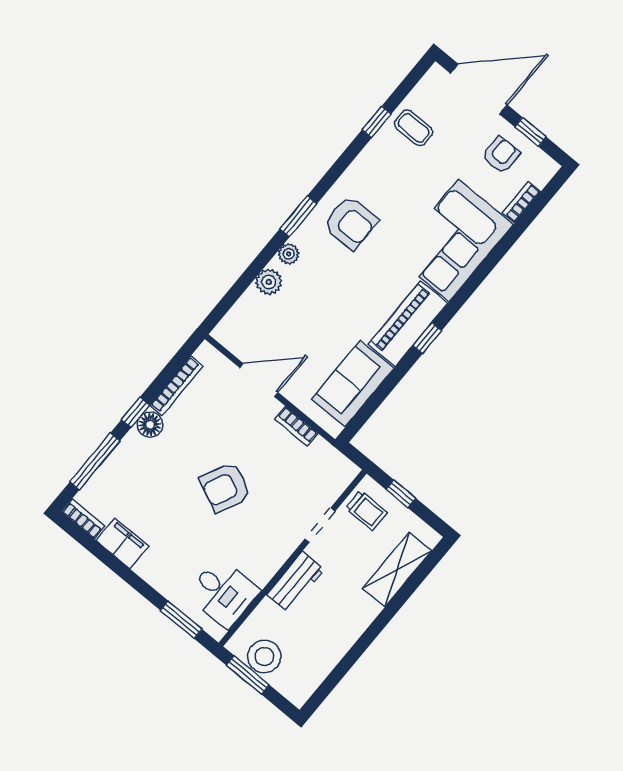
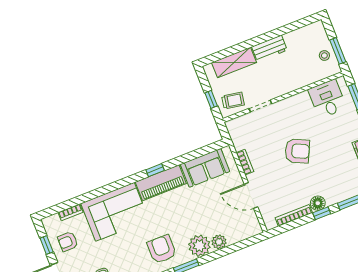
plant: (289, 254) -> (199, 246), width x1.87, depth x1.87
trolley: (366, 510) -> (233, 101), turned 100
workbench: (296, 582) -> (269, 48), moved, turned 180
stool: (264, 656) -> (324, 56), width x0.53, depth x0.53

